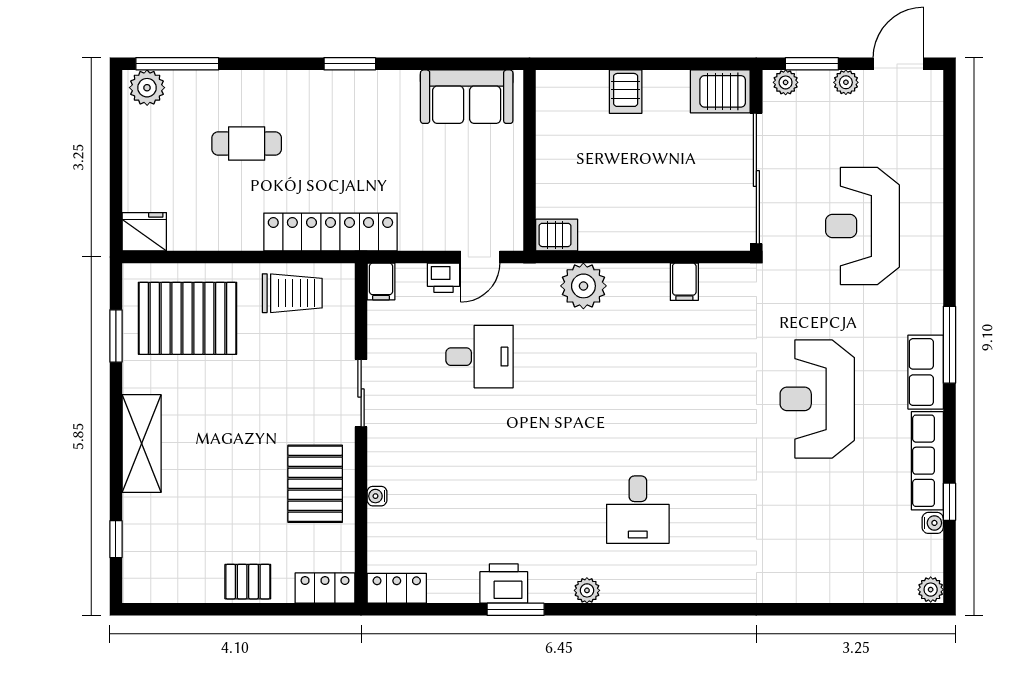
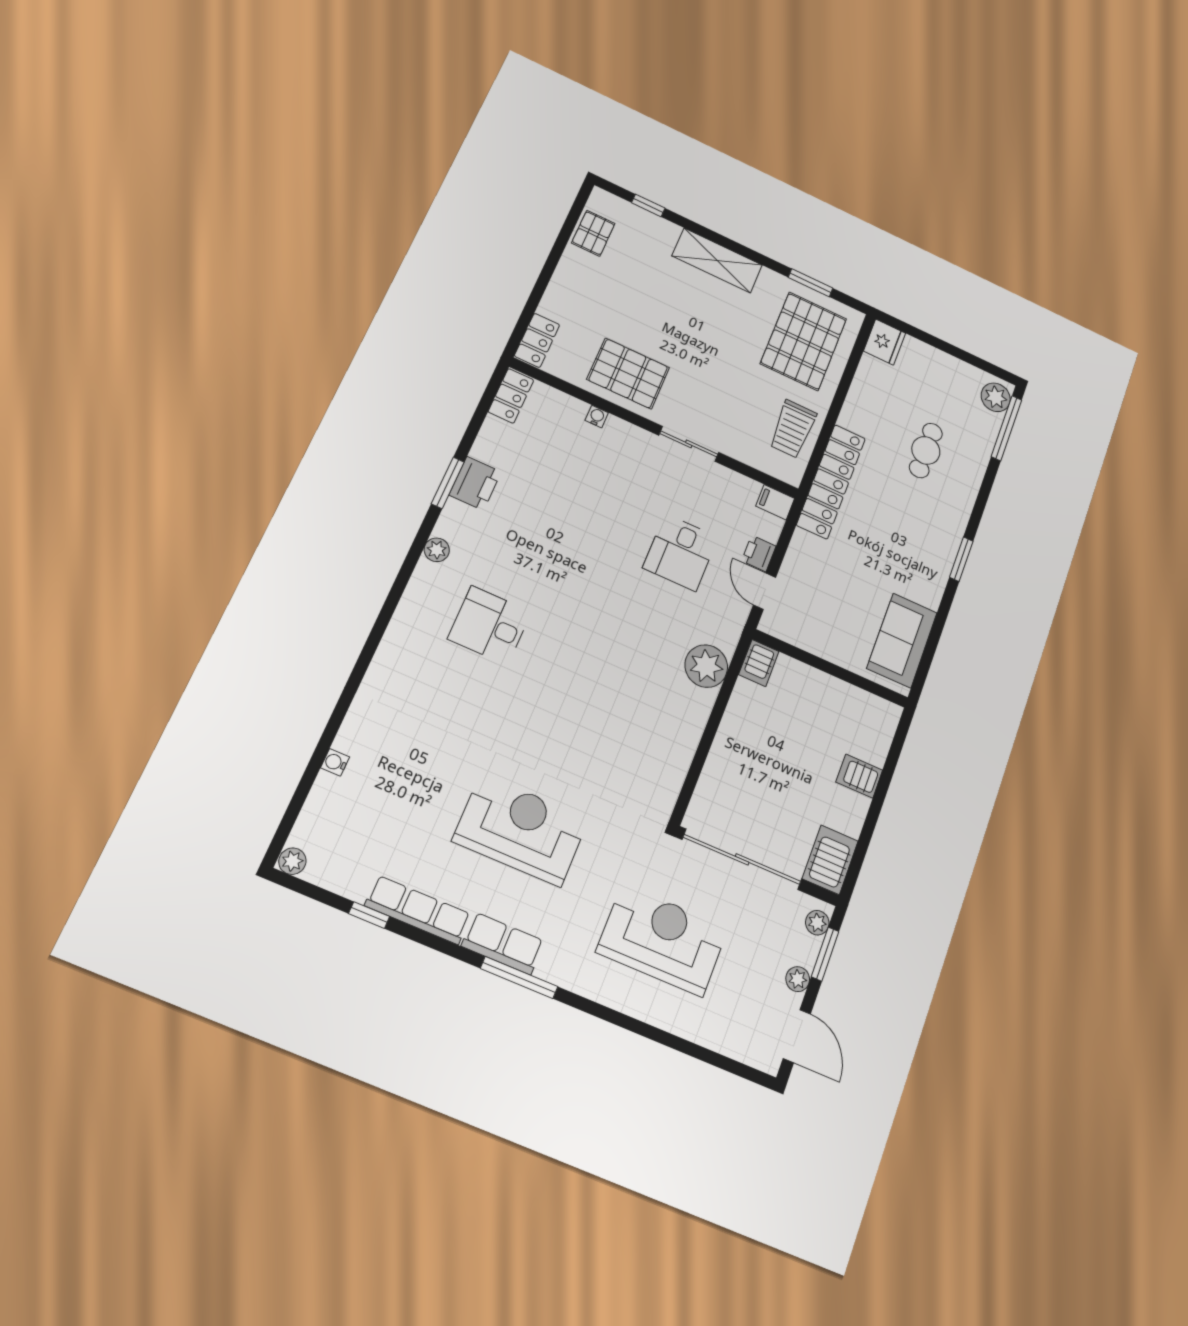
filing cabinet: (684, 282) -> (676, 755), removed
water cooler: (933, 523) -> (335, 762), moved, turned 90
pallet: (248, 582) -> (593, 233), moved

